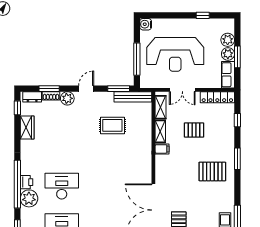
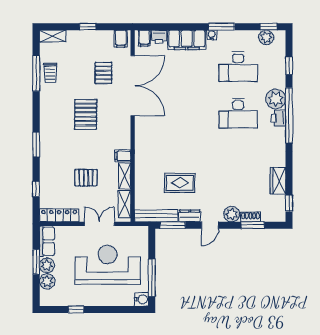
window: (137, 59) -> (152, 278), moved
dresser: (32, 97) -> (190, 216), moved
pallet: (212, 171) -> (86, 114), moved, turned 90

